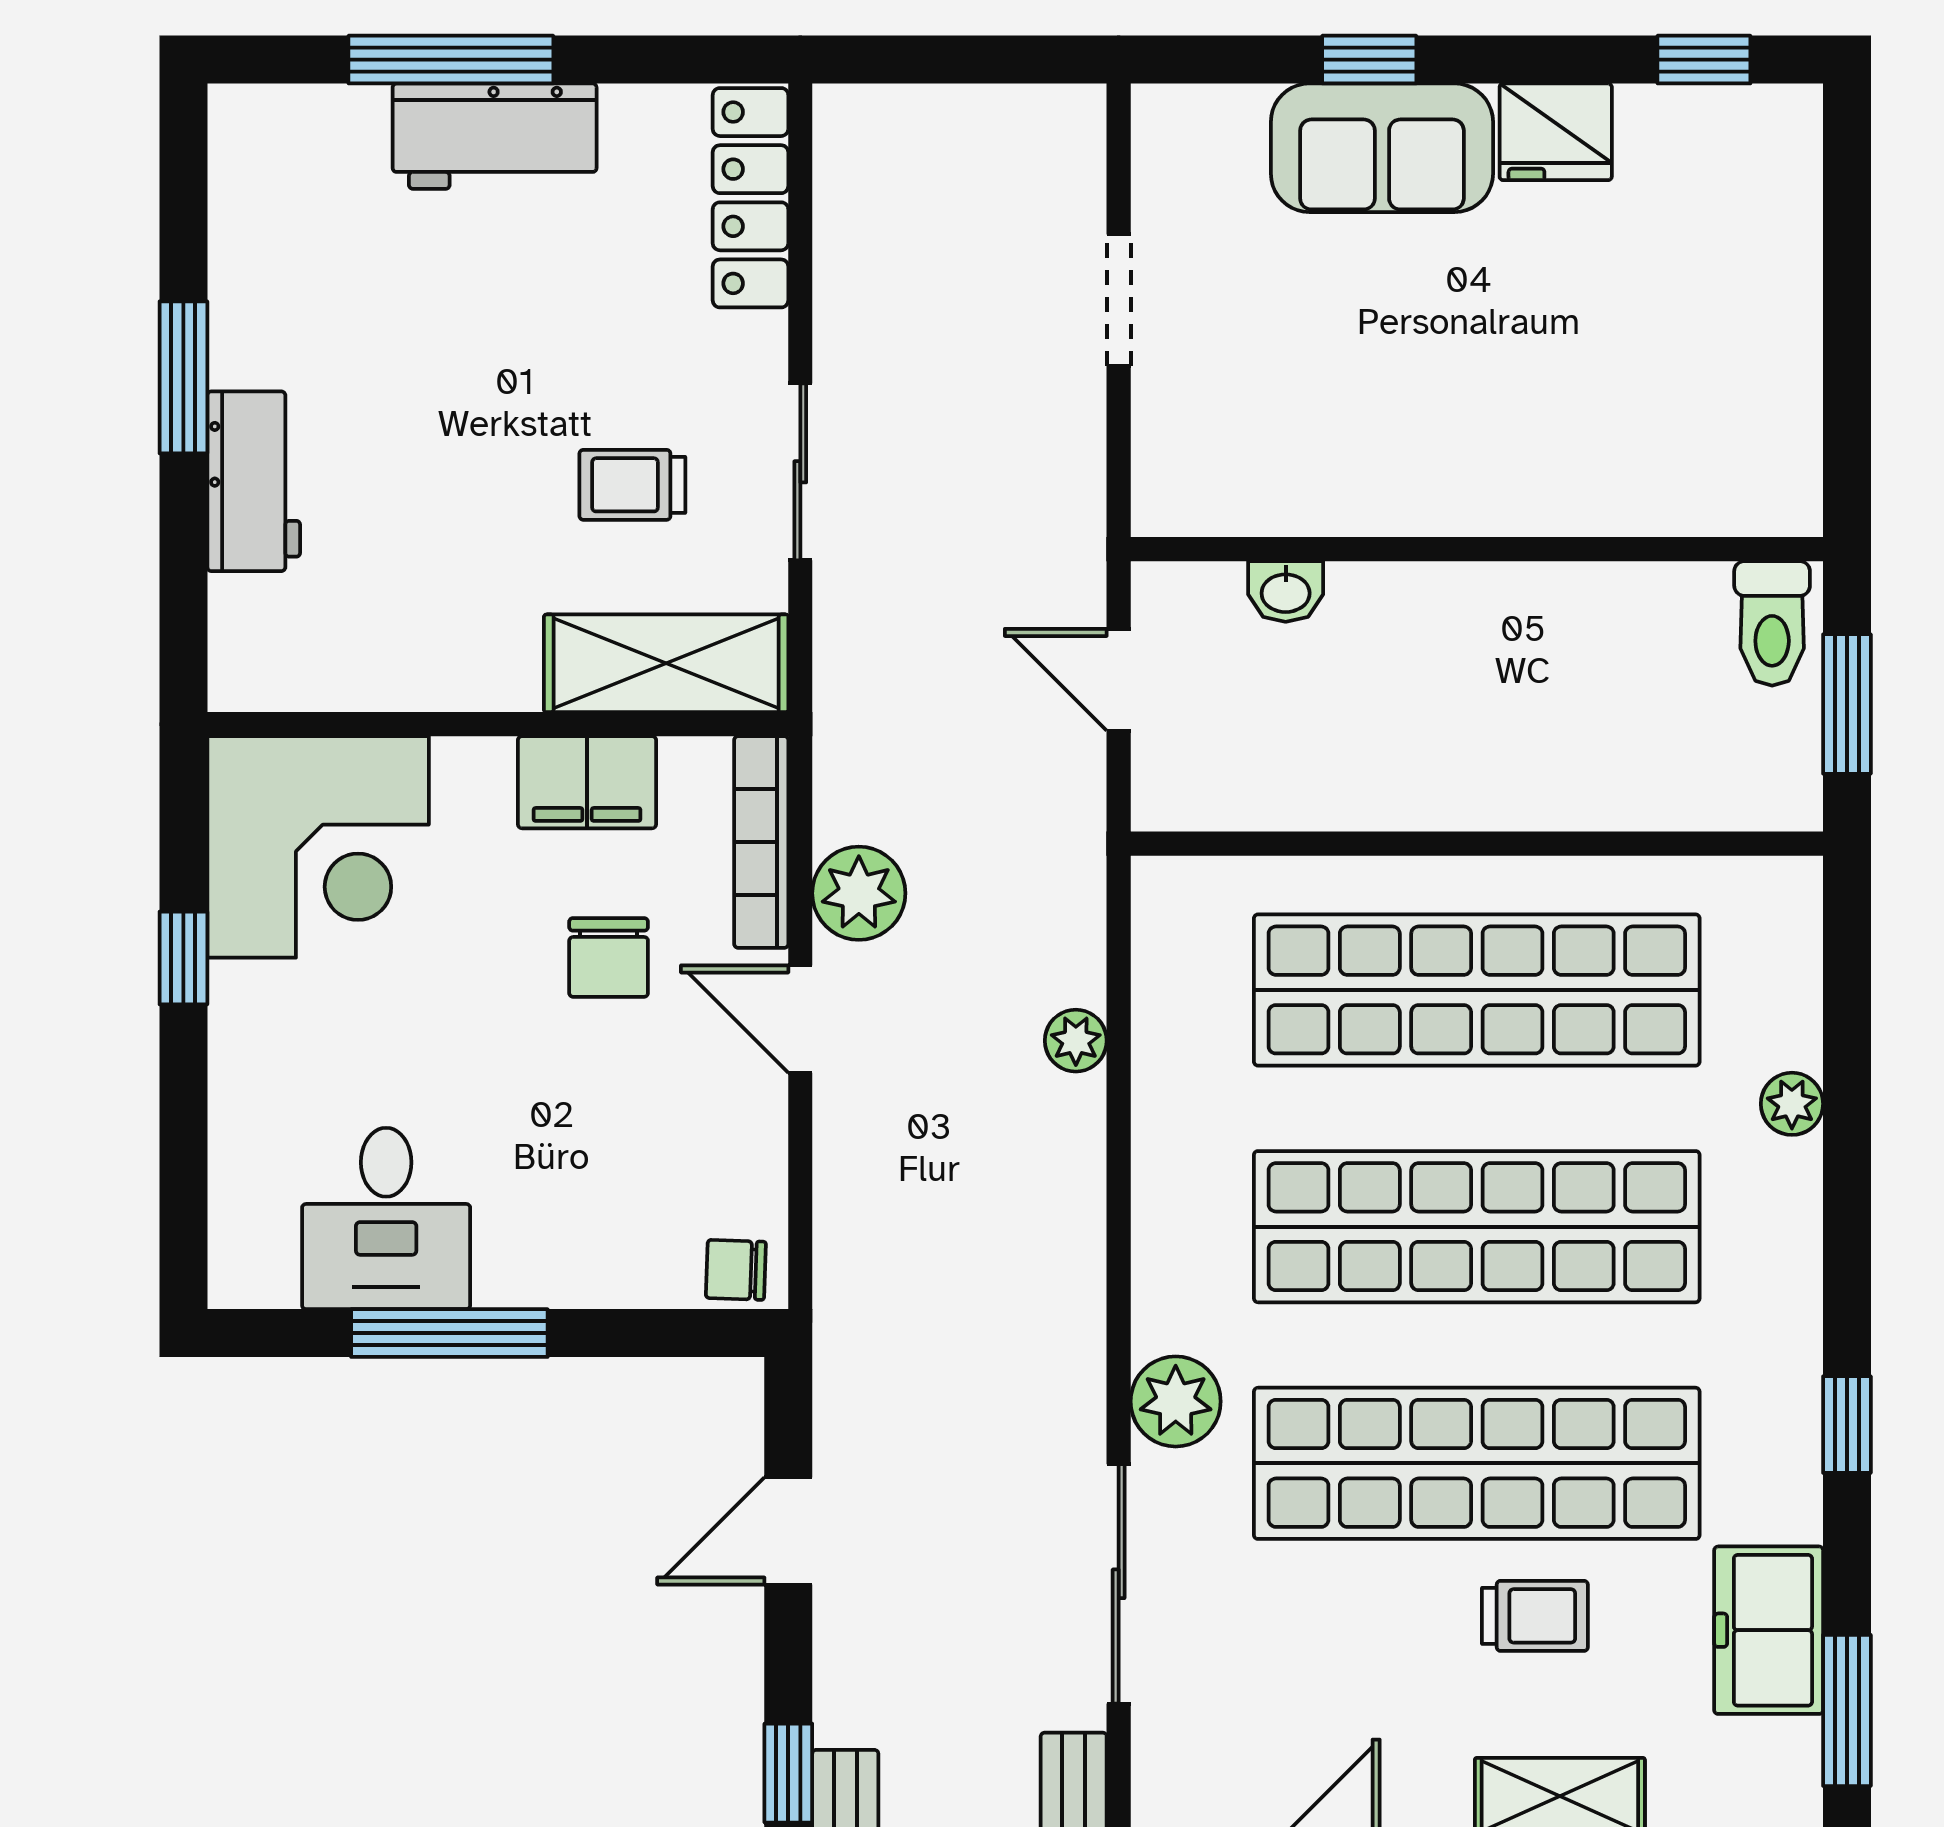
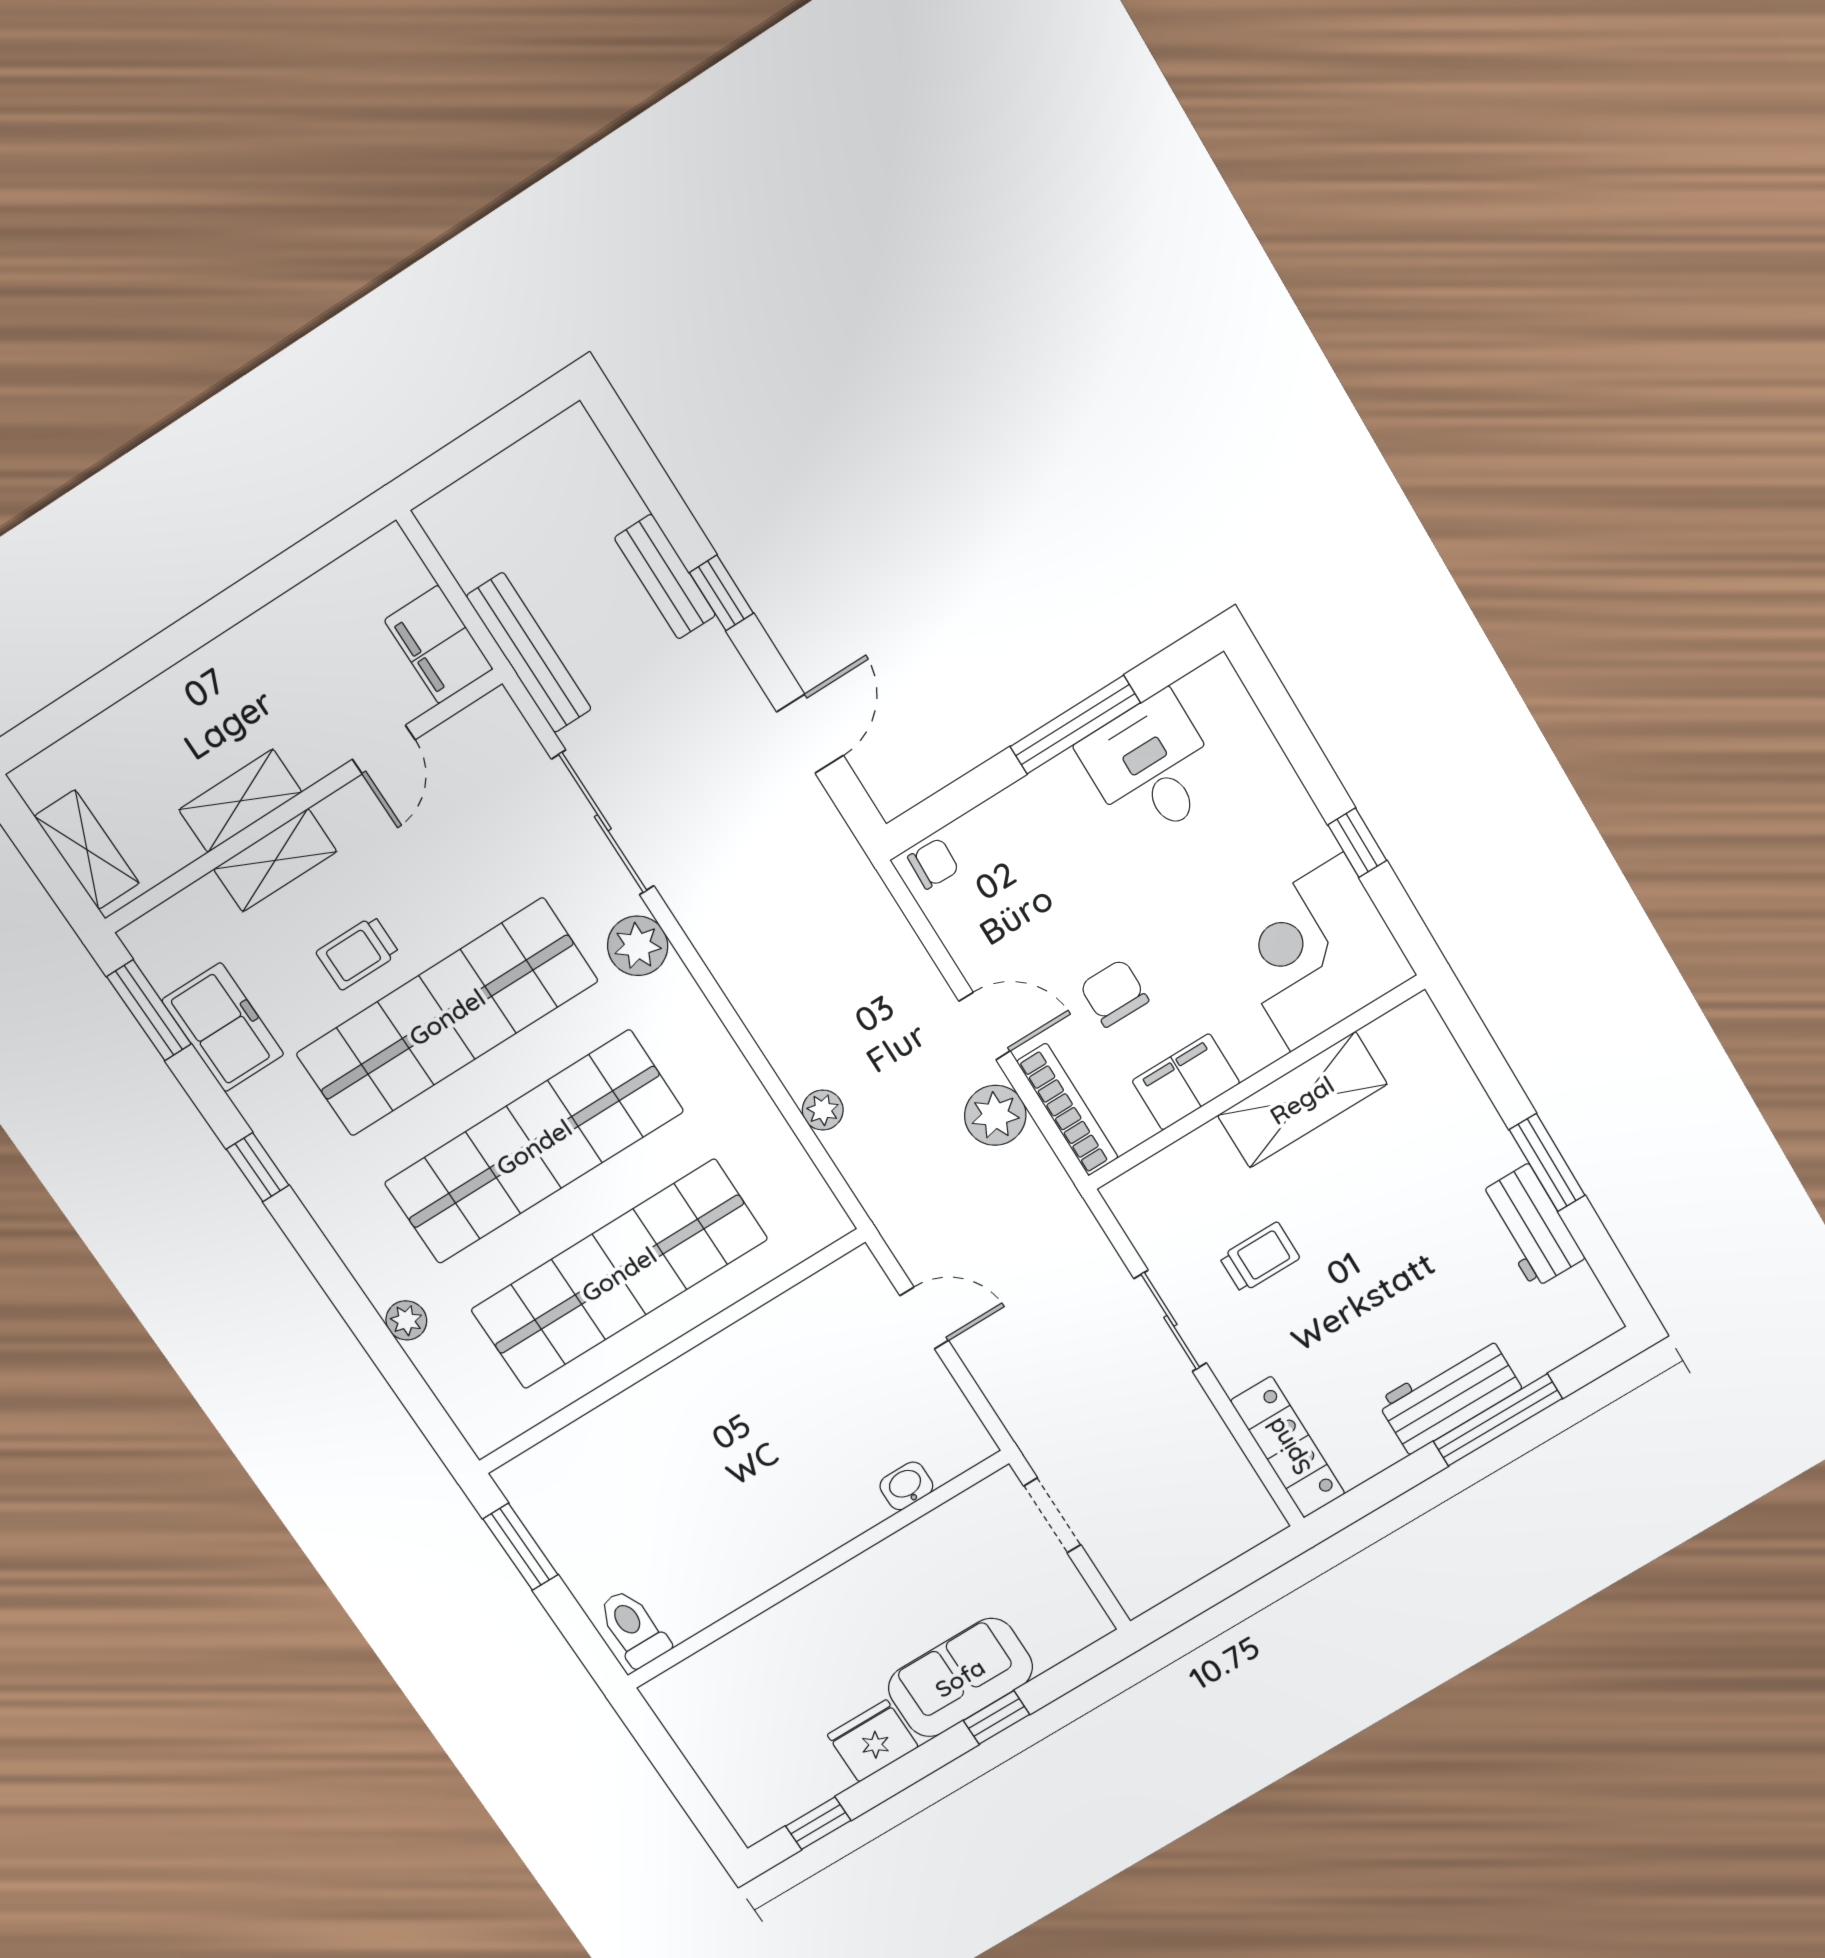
workbench: (254, 481) -> (1531, 1226), moved
wall: (1477, 549) -> (817, 1570), moved
washbasin: (1286, 591) -> (906, 1486), moved
toilet: (1772, 623) -> (633, 1628), moved
shelving: (666, 663) -> (1302, 1100), moved

